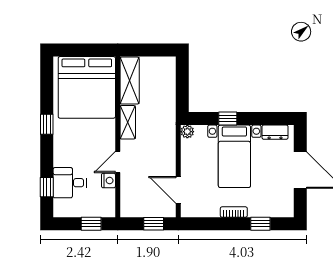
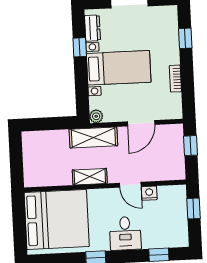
shelving: (130, 81) -> (93, 137), moved
window: (228, 119) -> (80, 47), moved
desk: (70, 183) -> (125, 233), moved
door: (178, 190) -> (141, 123), moved
bookcase: (234, 212) -> (175, 79), moved

